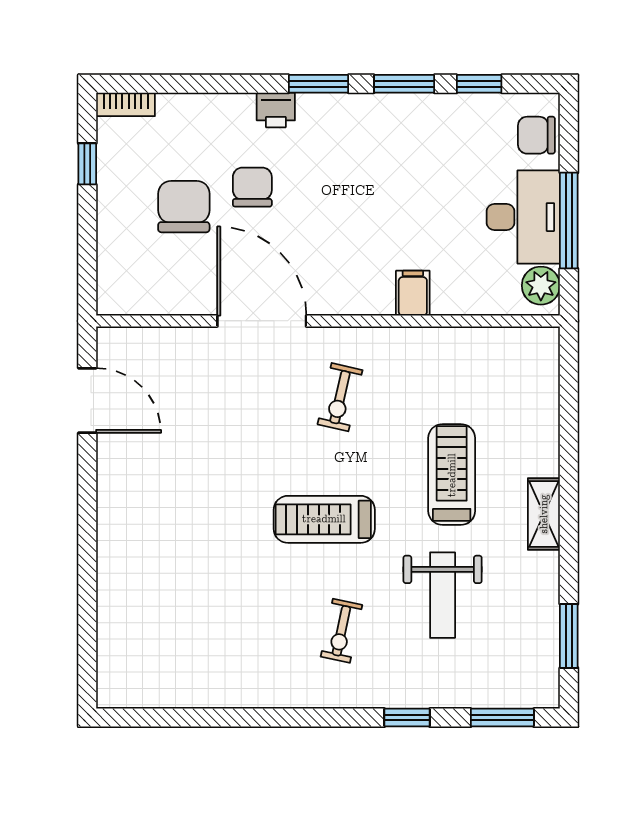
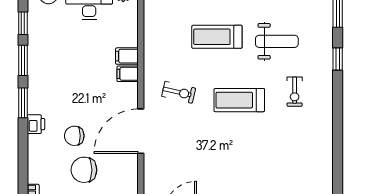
filing cabinet: (377, 294) -> (128, 74), added
treadmill: (324, 519) -> (239, 100), turned 90
exercise bike: (341, 631) -> (295, 92), turned 78

